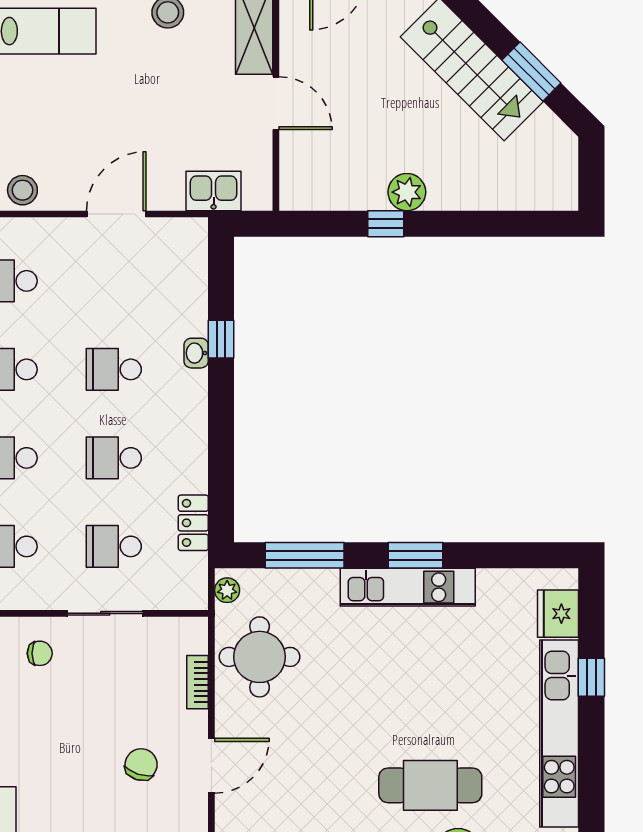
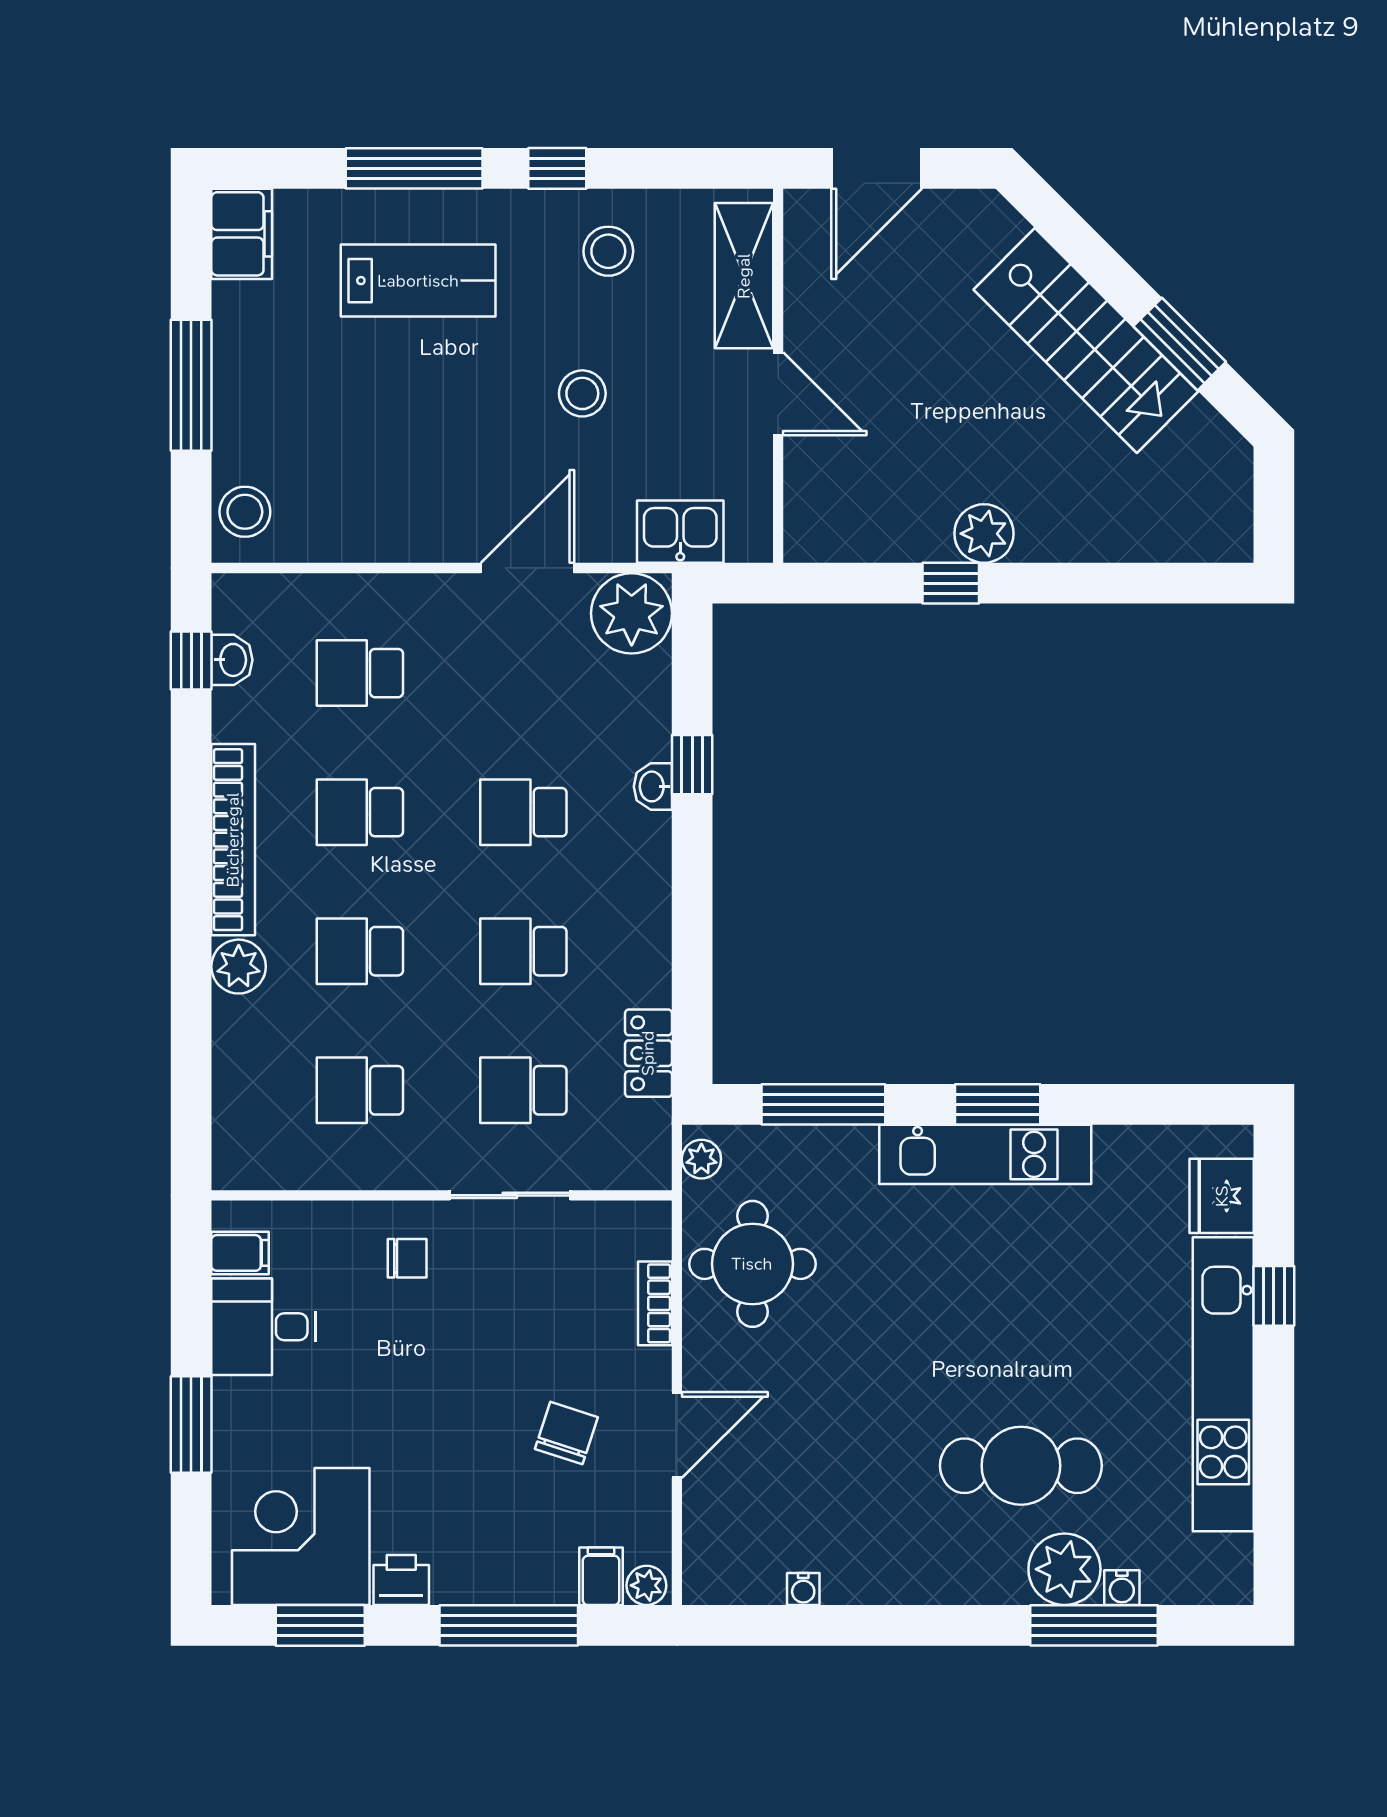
stool: (22, 190) -> (582, 393), moved
plant: (183, 243) -> (632, 613), added

